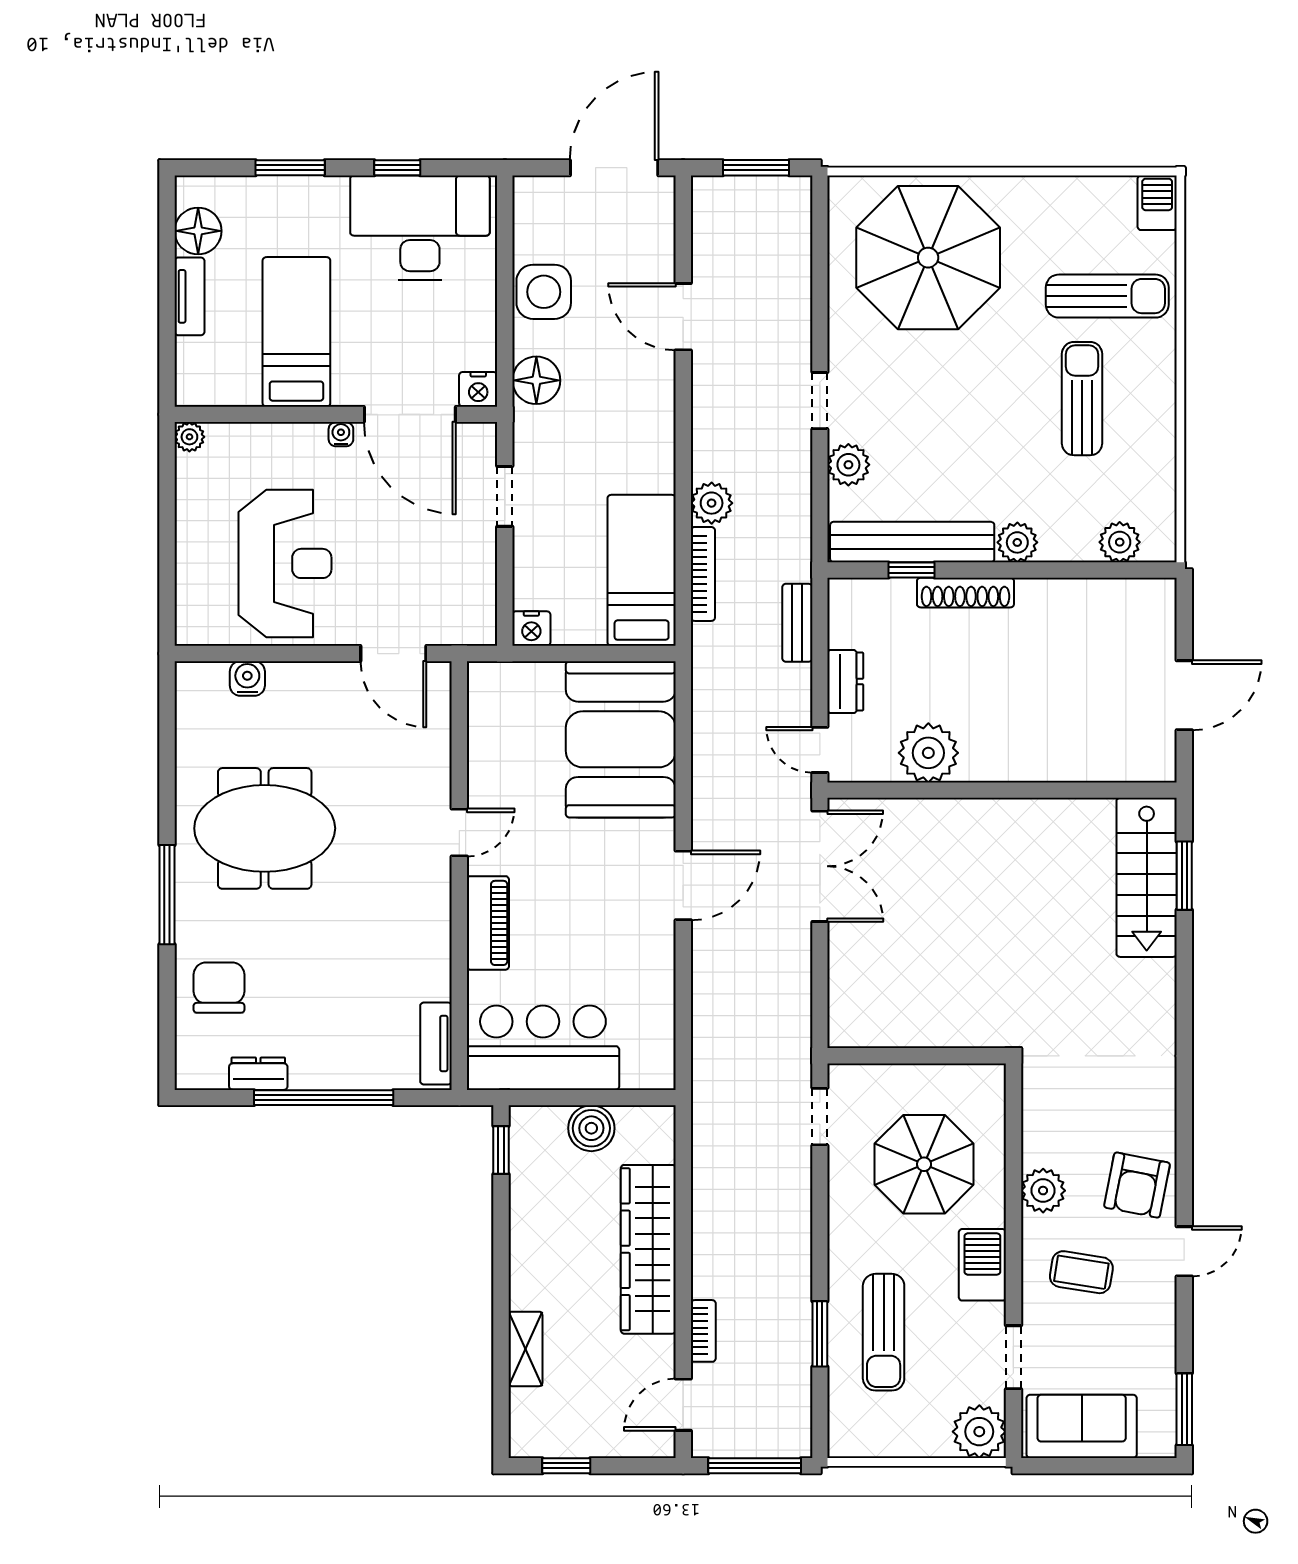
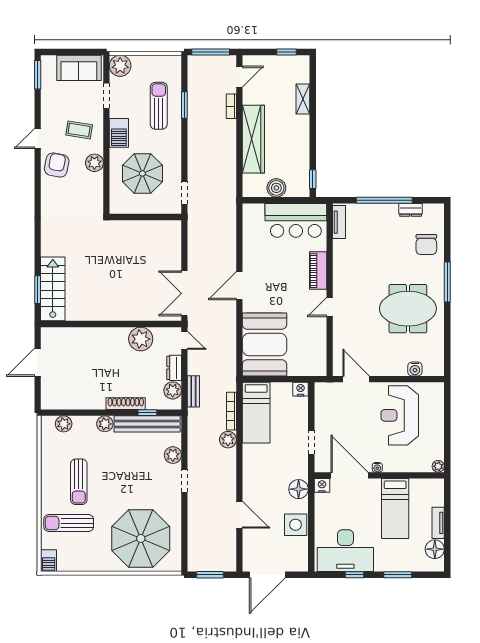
plant: (849, 625) -> (173, 390), added

